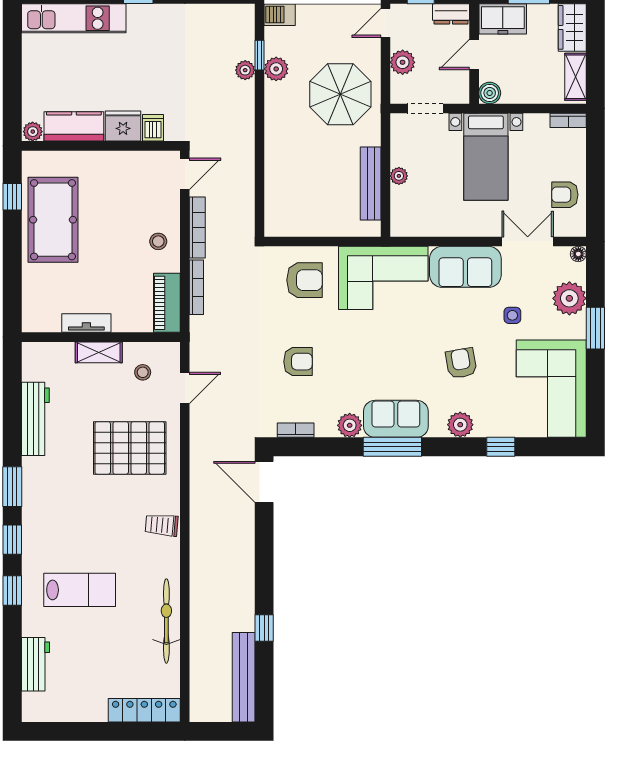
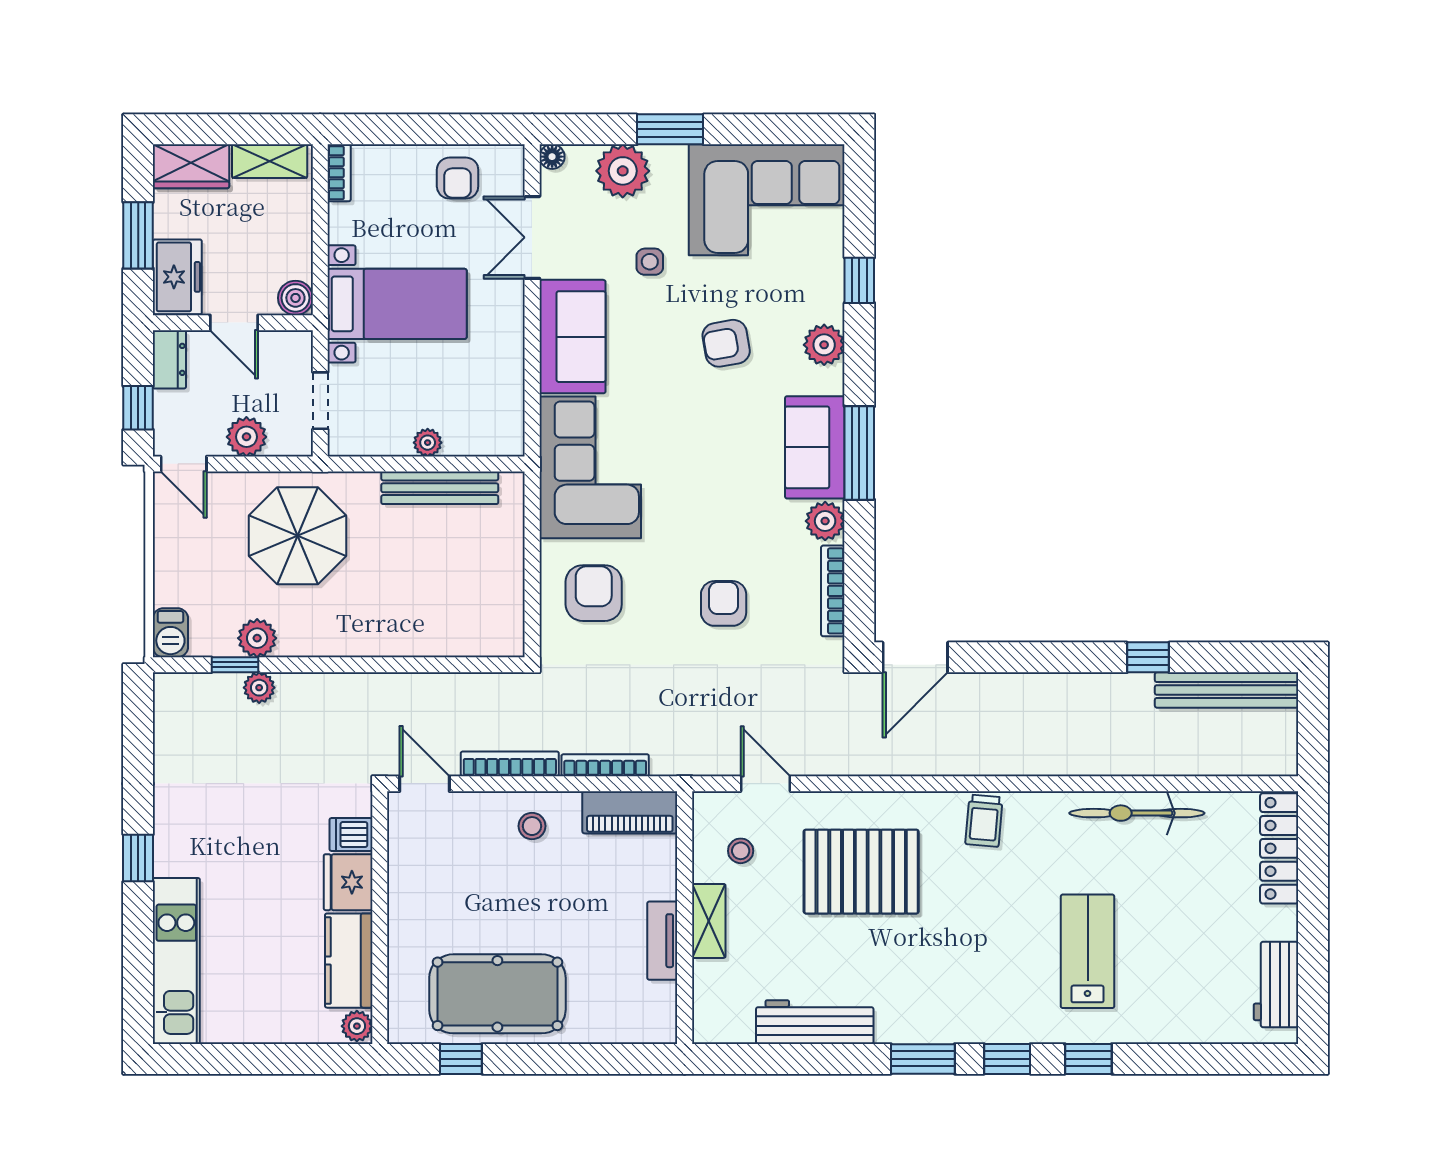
bookcase: (296, 430) -> (833, 591), width x1.56
pallet: (130, 448) -> (861, 872), turned 90
workbench: (35, 664) -> (1276, 984), moved, turned -90

